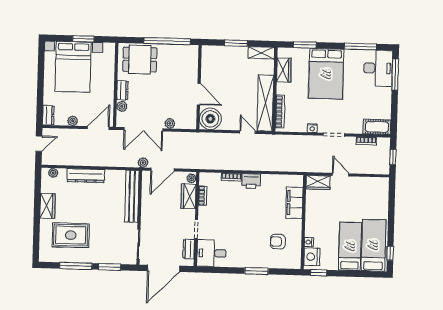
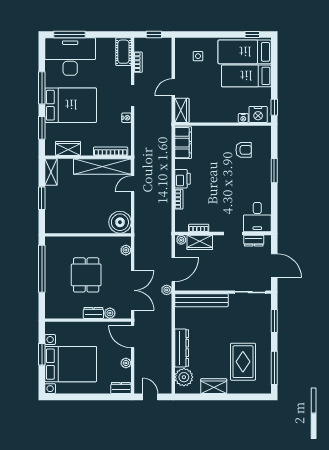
window: (360, 47) -> (42, 88), moved
dining table: (140, 60) -> (86, 275), moved
desk: (378, 68) -> (70, 57), width x1.36, depth x1.30
door: (199, 94) -> (95, 235), removed
plant: (170, 123) -> (126, 250), moved
door: (162, 170) -> (173, 270), hinge flipped
plant: (53, 173) -> (184, 377), width x1.88, depth x1.88
side table: (371, 200) -> (198, 56), added
filing cabinet: (294, 203) -> (183, 143), moved, turned -90
armchair: (278, 242) -> (244, 150), turned -90
window: (76, 266) -> (274, 368), moved
door: (164, 268) -> (274, 266), width x0.73

